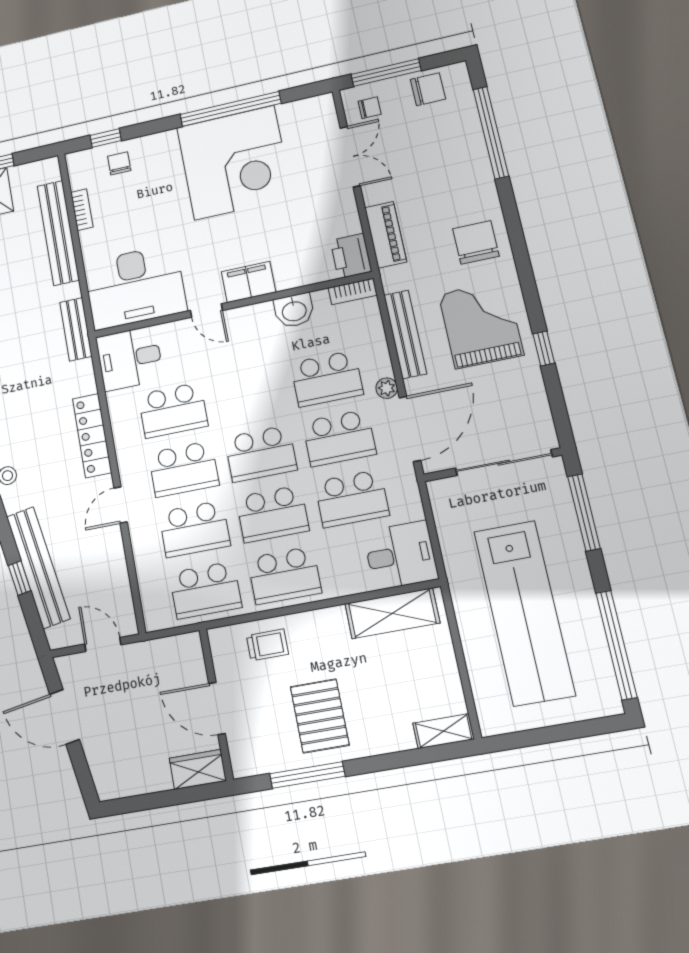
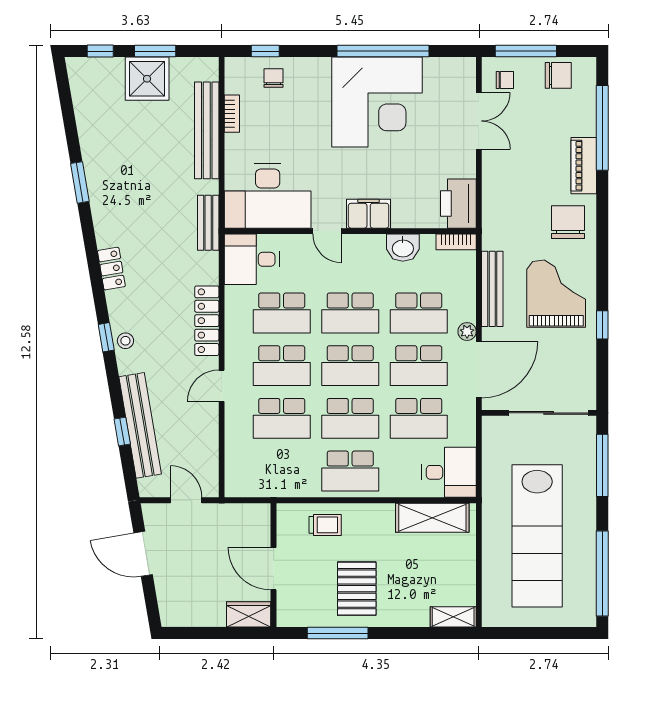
piano: (386, 235) -> (584, 166), moved, turned 180
printer: (351, 256) -> (458, 204), width x1.37, depth x1.19
school desk: (205, 590) -> (350, 313), moved

